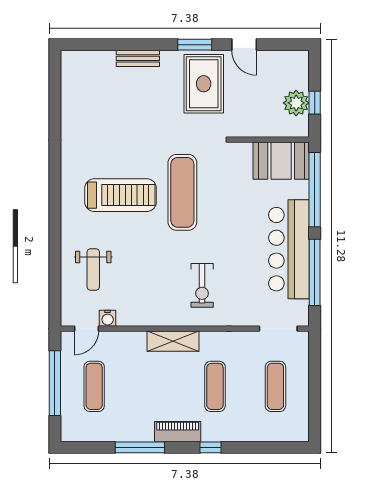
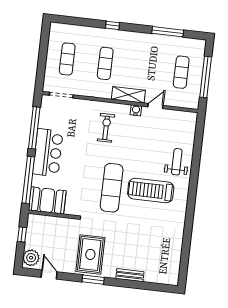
door: (244, 45) -> (49, 275), moved
plant: (296, 103) -> (31, 258), moved
bar counter: (289, 249) -> (48, 153), width x0.73
weight bench: (93, 269) -> (177, 162), moved
water cooler: (108, 318) -> (136, 110), moved
door: (86, 329) -> (155, 106), moved
piano: (178, 432) -> (132, 38), removed
window: (140, 447) -> (168, 32), moved

